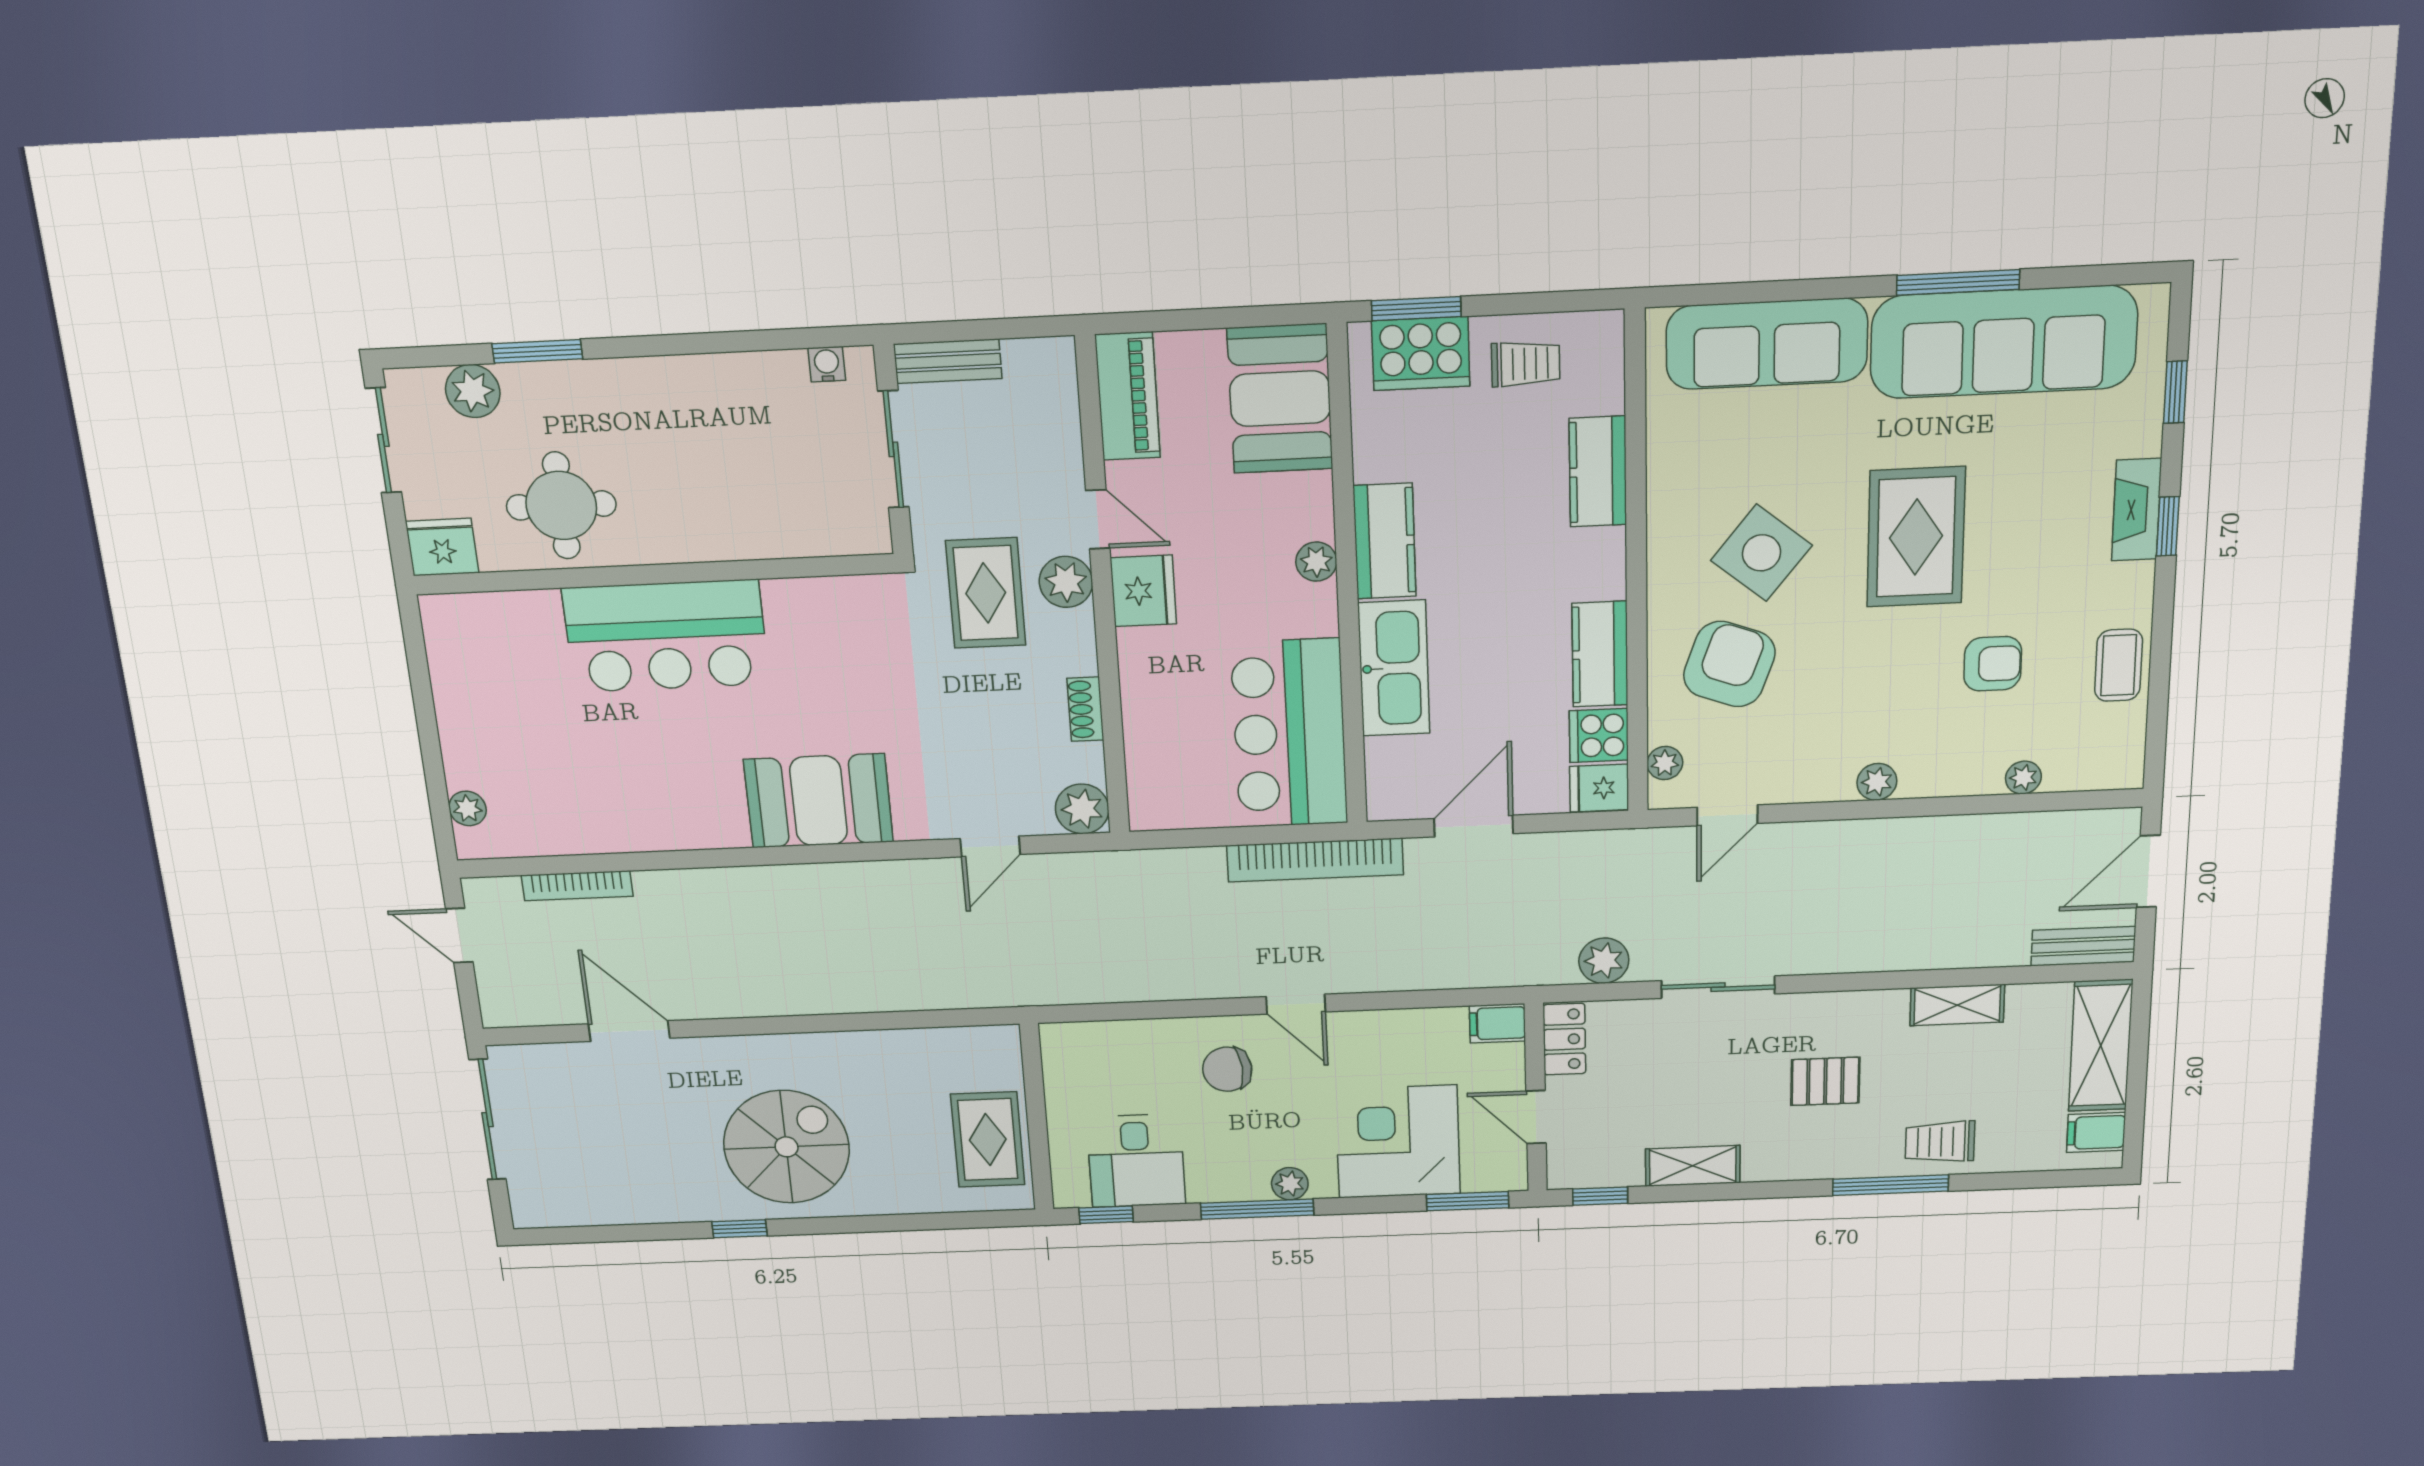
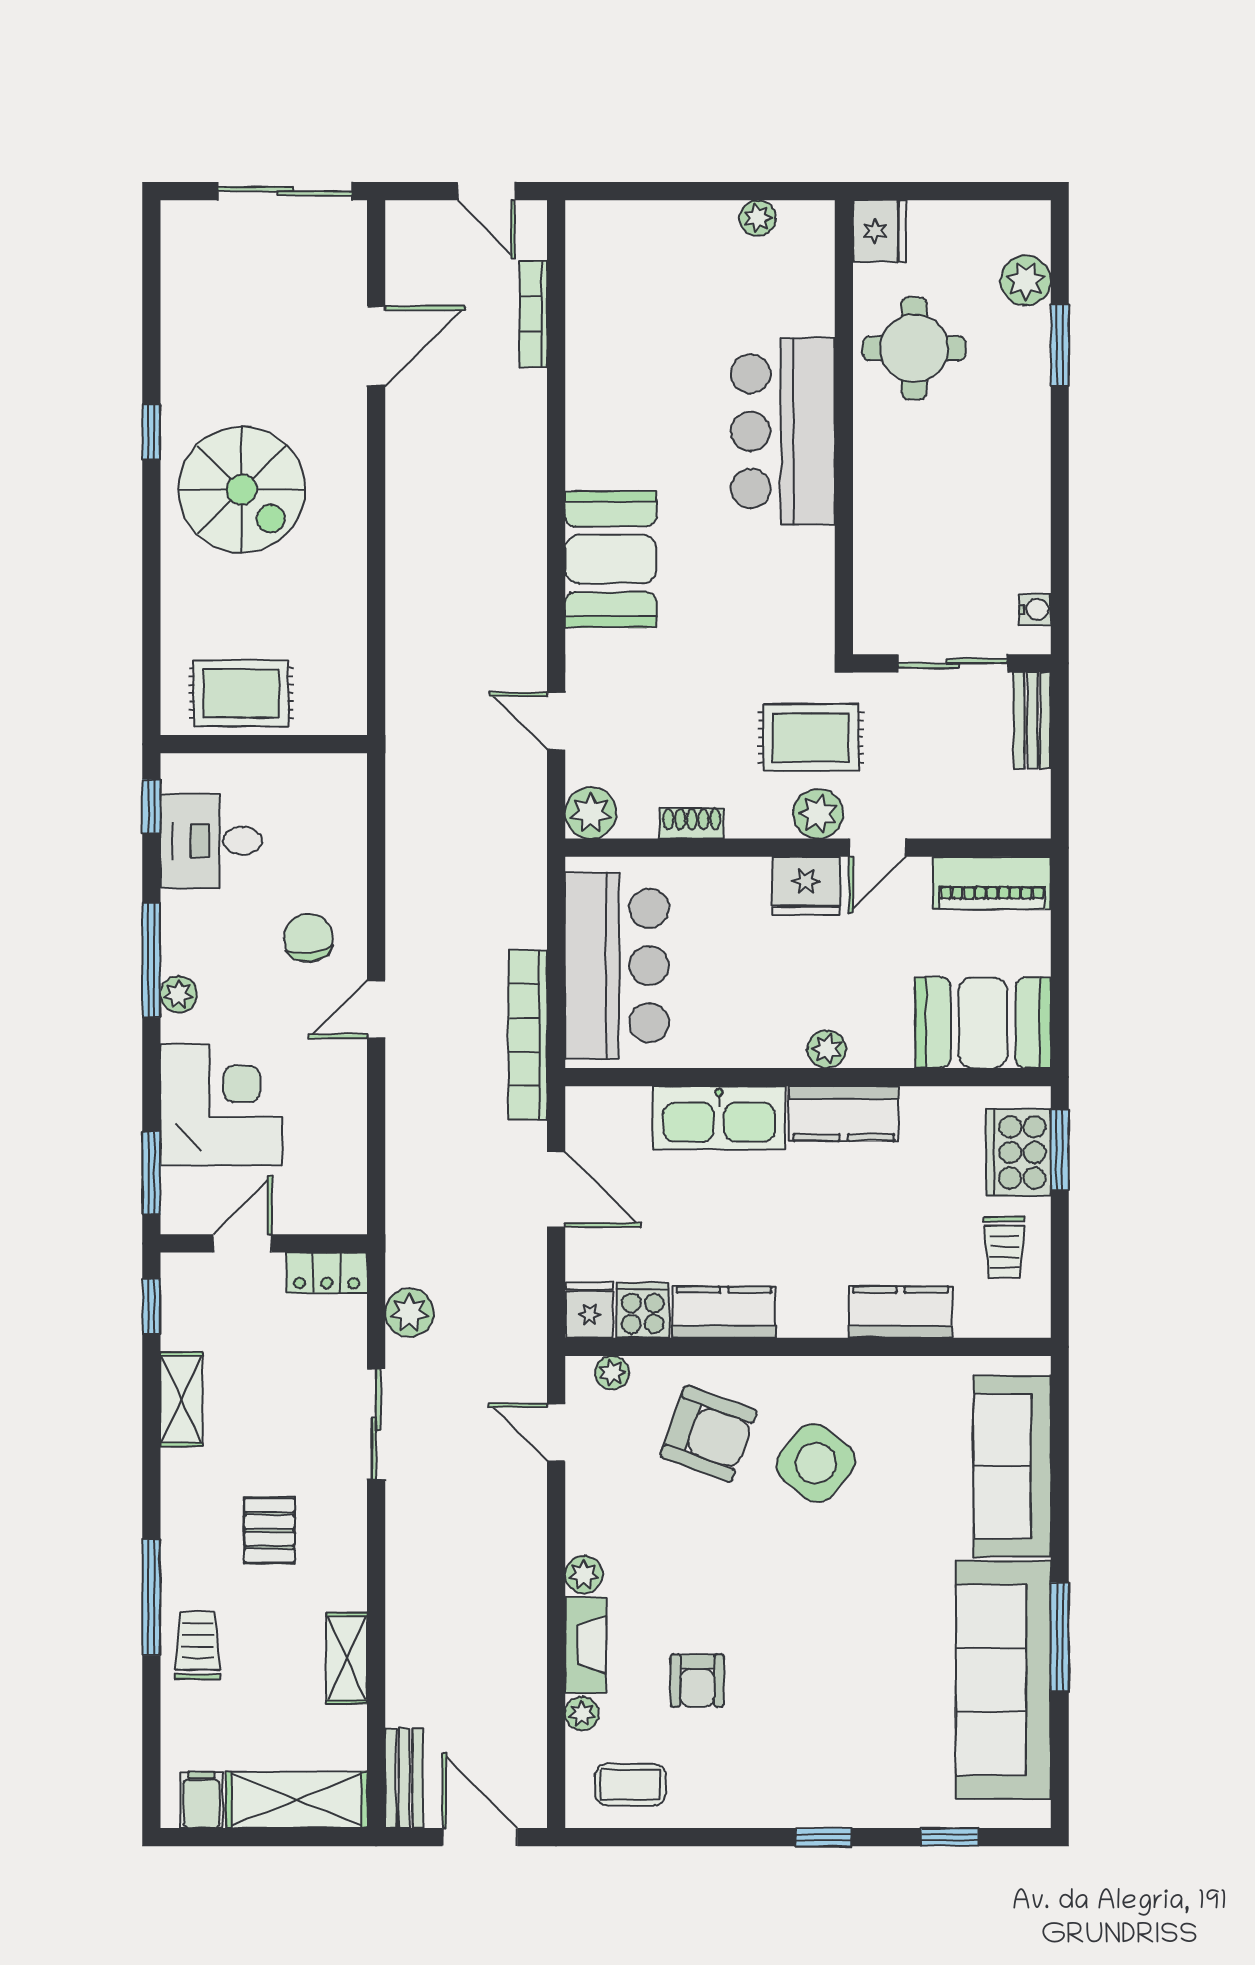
sliding door: (383, 440) -> (984, 191), removed
fireplace: (2137, 510) -> (586, 1645), moved, turned 90
rug: (1916, 537) -> (824, 1606), removed
coffee table: (2119, 665) -> (630, 1785), moved
bar counter: (1289, 733) -> (617, 965), moved, turned 90
plant: (468, 808) -> (758, 218), moved
door: (459, 936) -> (486, 191), swing flipped
filing cabinet: (1497, 1023) -> (347, 1207), removed

